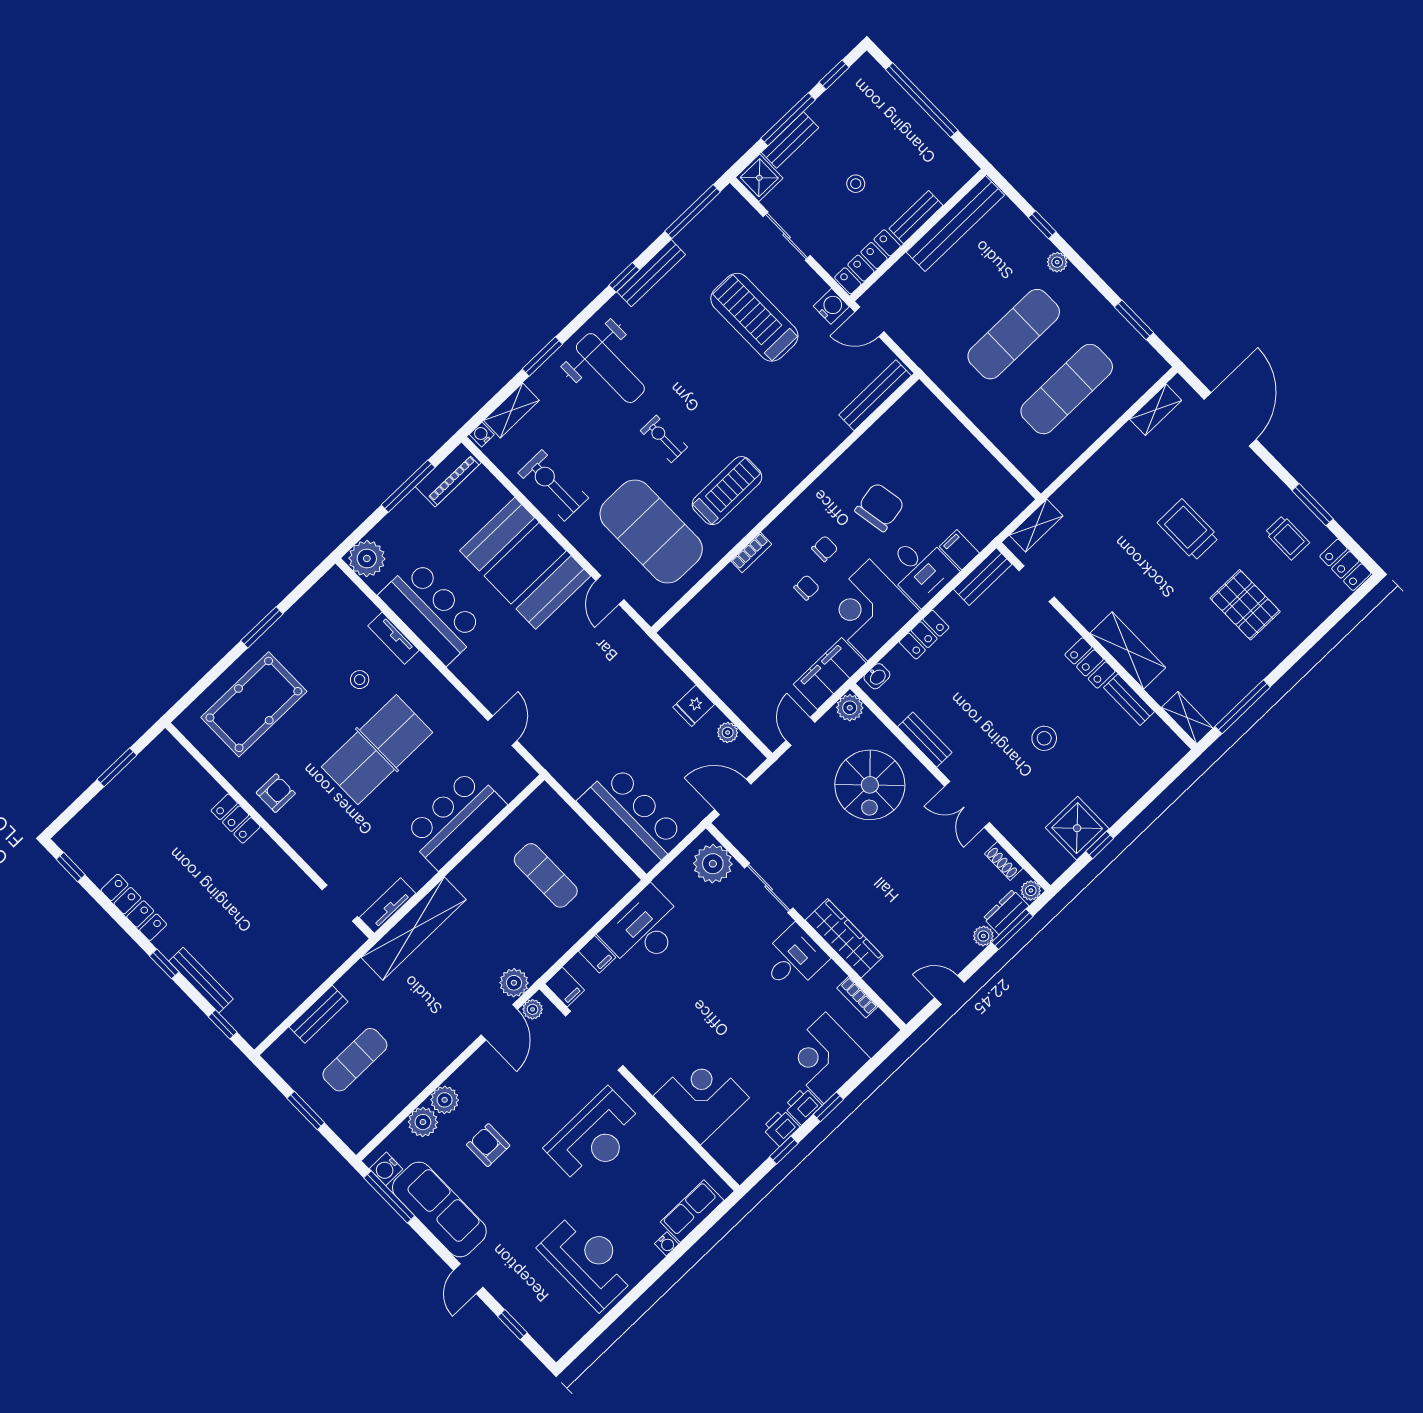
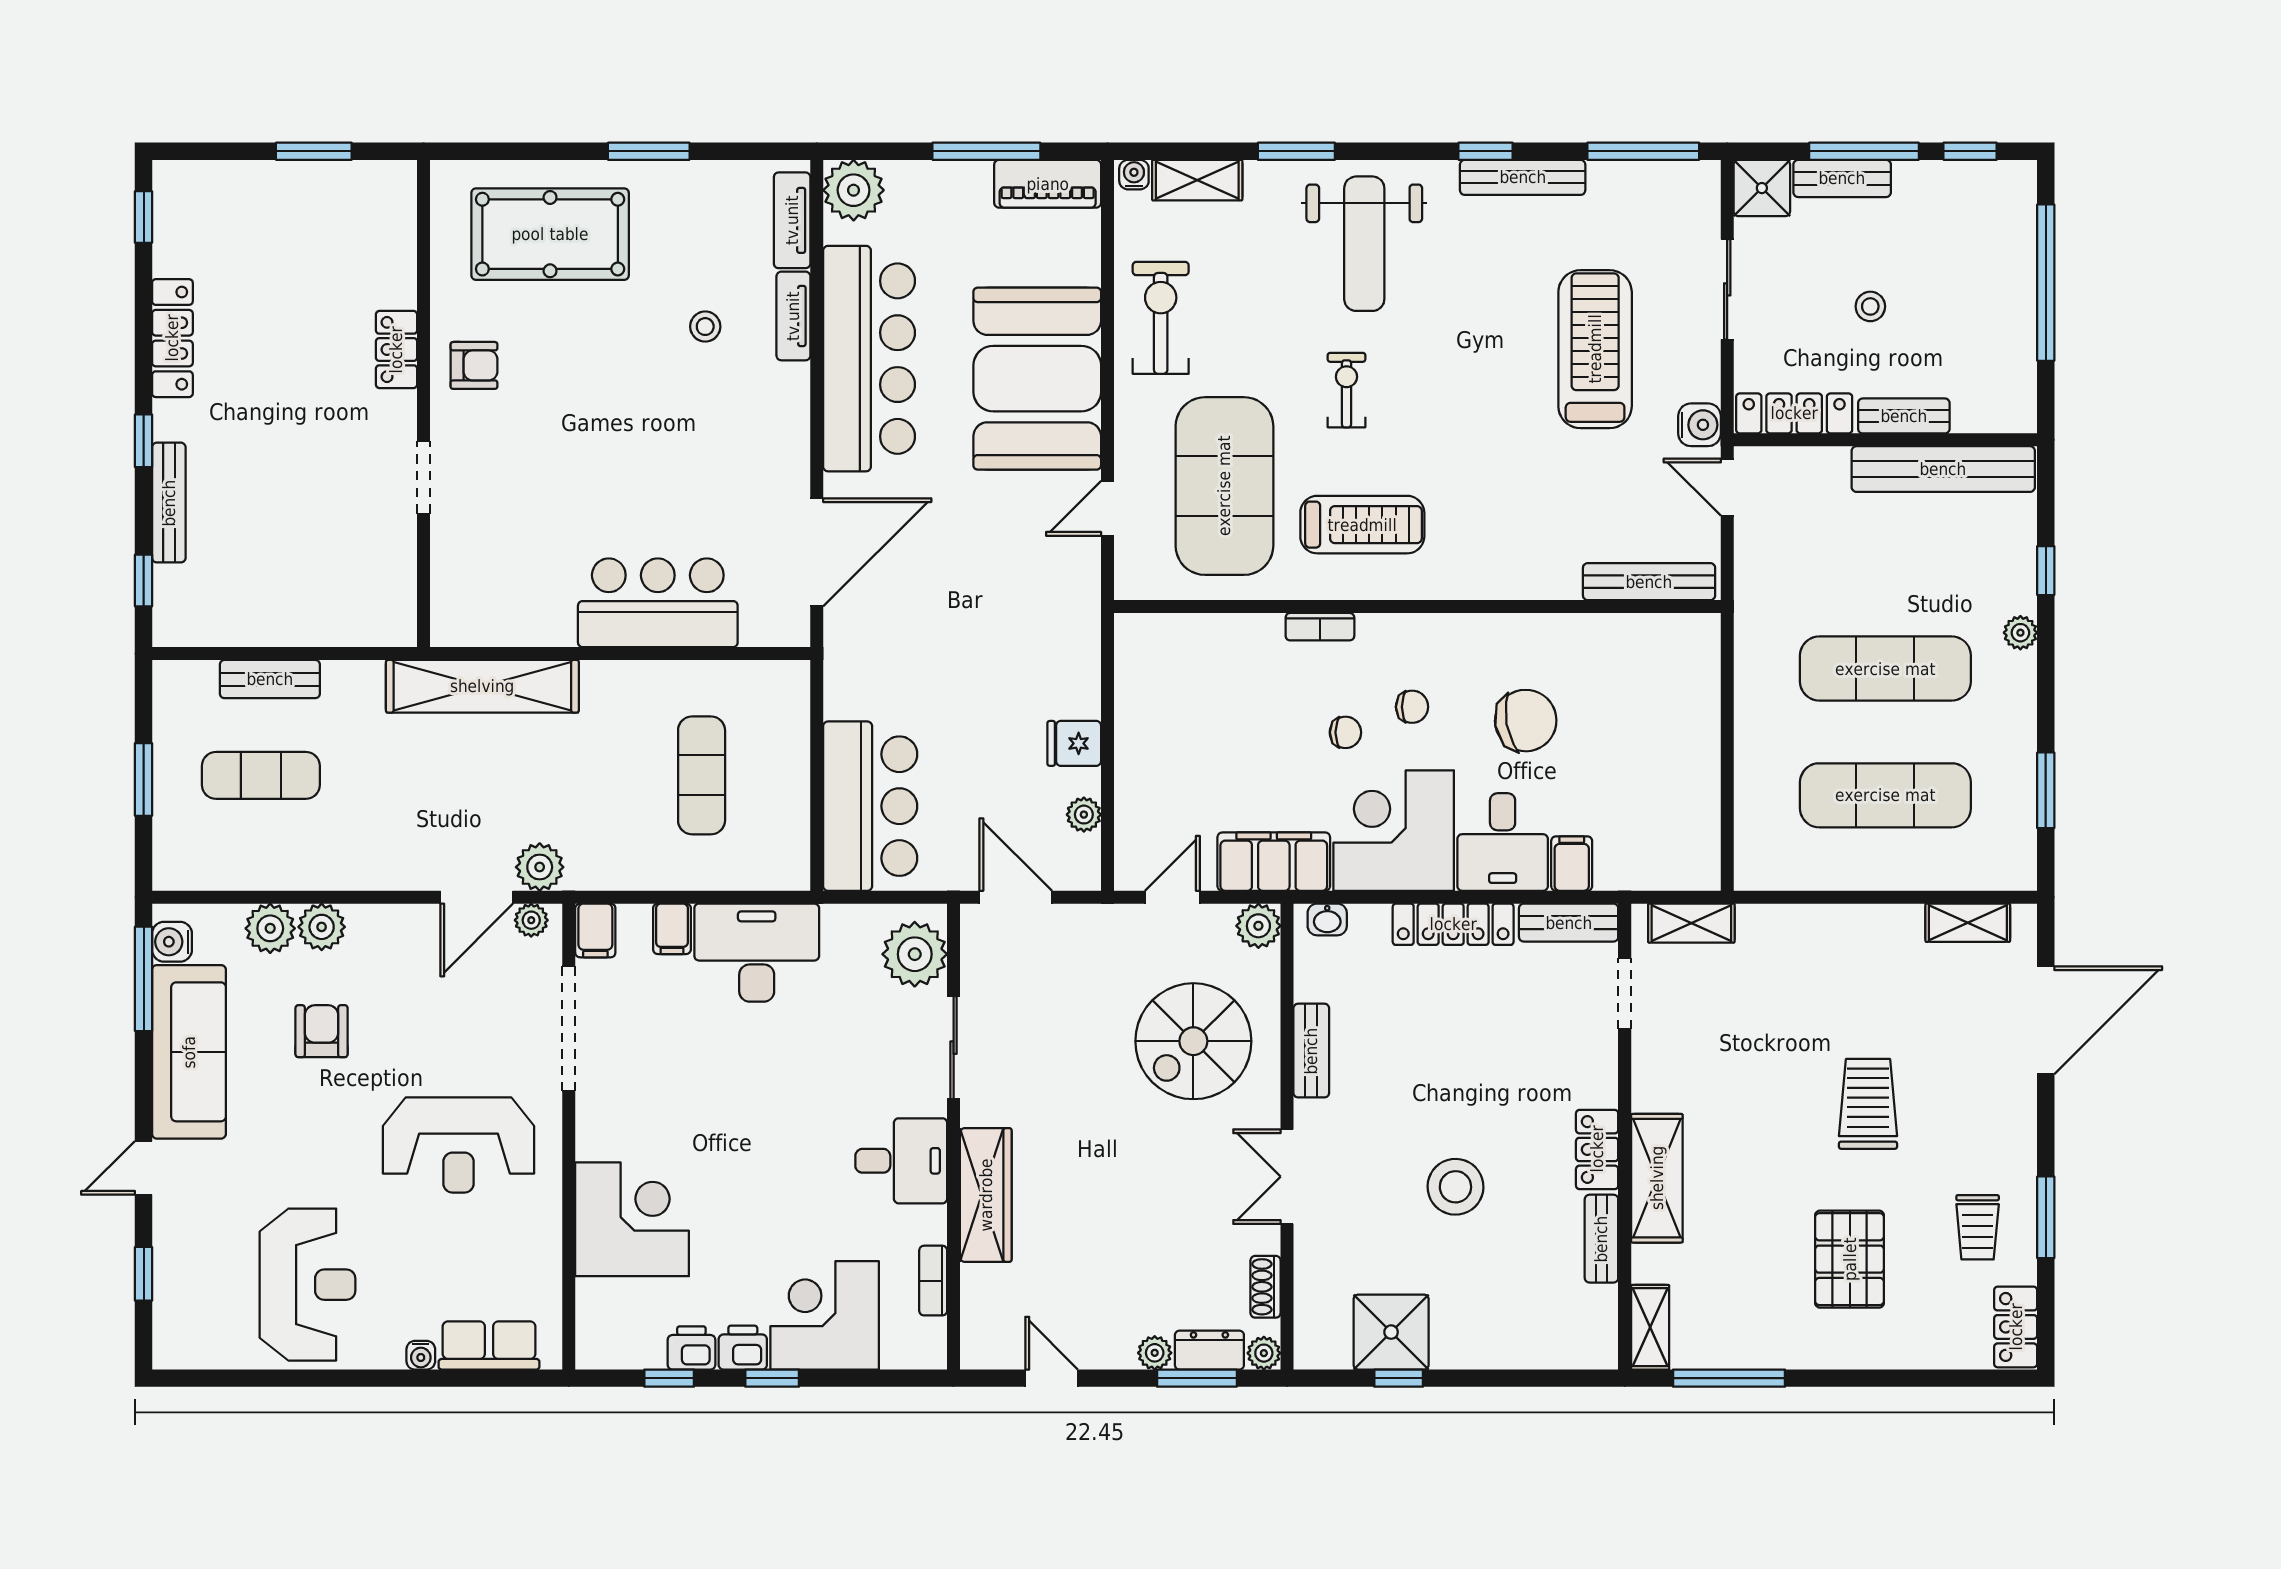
bar counter: (431, 612) -> (869, 359), width x1.36
locker: (924, 635) -> (1453, 924), width x1.53
door: (502, 731) -> (817, 552), width x1.88
stool: (1044, 738) -> (1455, 1187), width x1.38, depth x1.38
table tennis table: (377, 750) -> (645, 430), removed
doorway: (340, 903) -> (423, 477), moved
tv unit: (388, 906) -> (792, 220), moved, turned -90

